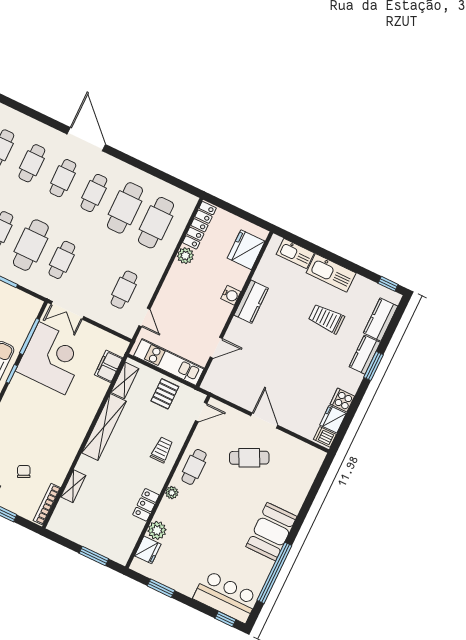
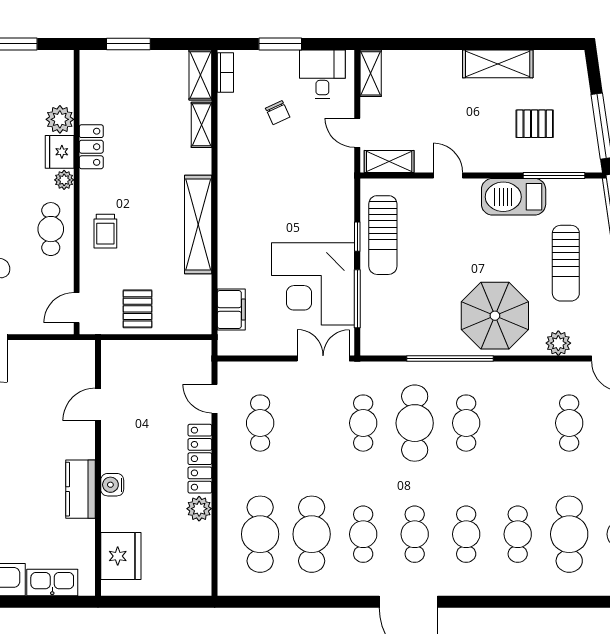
locker: (199, 225) -> (200, 459), moved
kitchen unit: (169, 362) -> (152, 355), removed
shelving: (125, 380) -> (200, 75), moved
bookcase: (47, 504) -> (225, 72), width x0.64
fridge: (148, 550) -> (60, 152), moved

